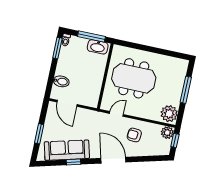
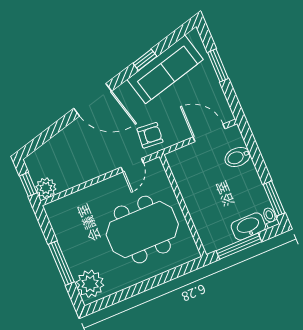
washbasin: (98, 47) -> (248, 226), moved
plant: (169, 114) -> (90, 284), moved
armchair: (134, 135) -> (150, 135), moved

